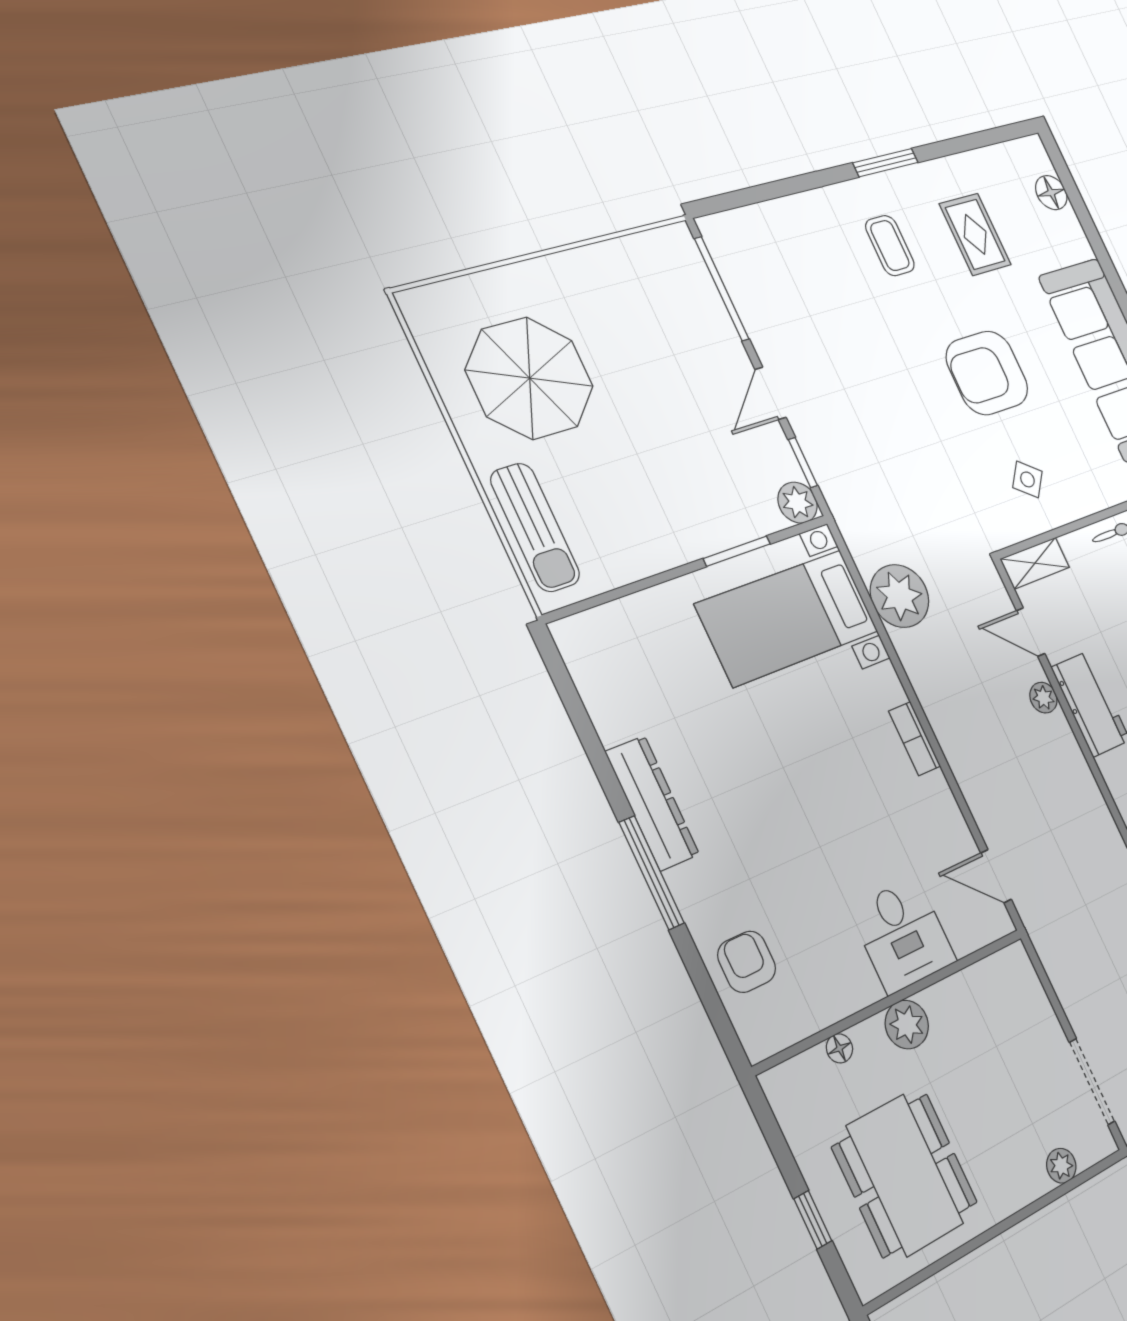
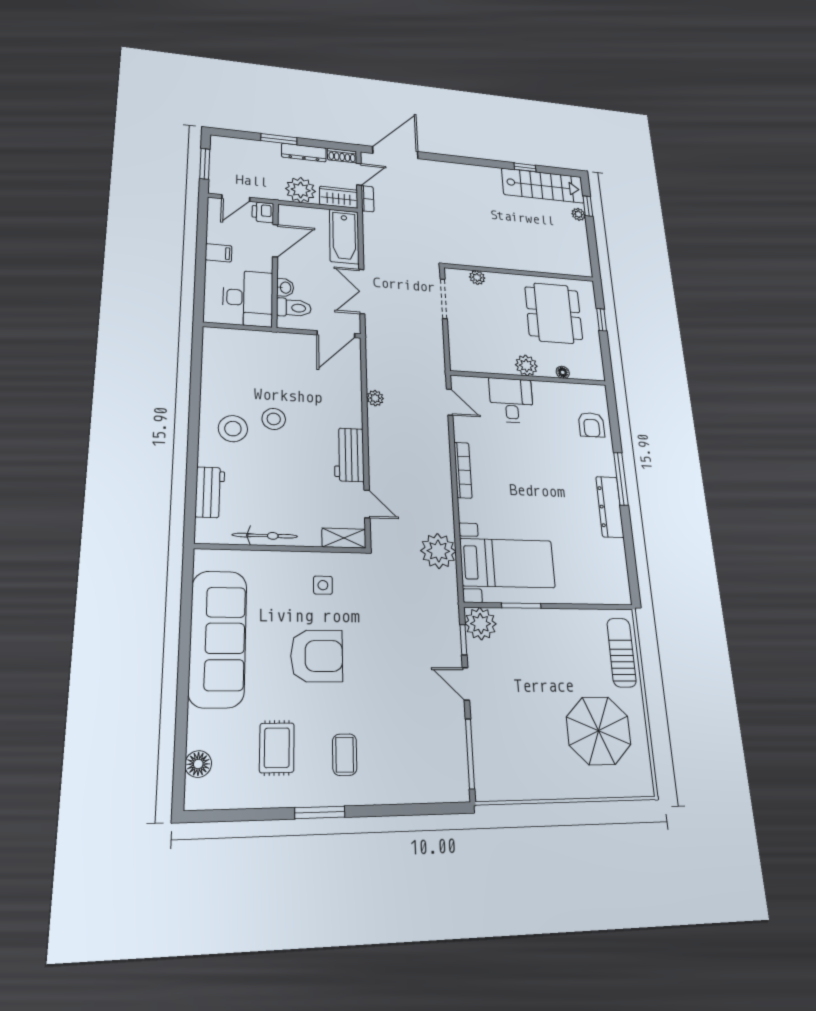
door: (771, 393) -> (466, 684), swing flipped
side table: (1027, 479) -> (323, 585), turned -38
plant: (798, 503) -> (481, 624), width x1.36, depth x1.36
plant: (1043, 698) -> (375, 398), moved
bookcase: (915, 739) -> (463, 470), width x1.56

